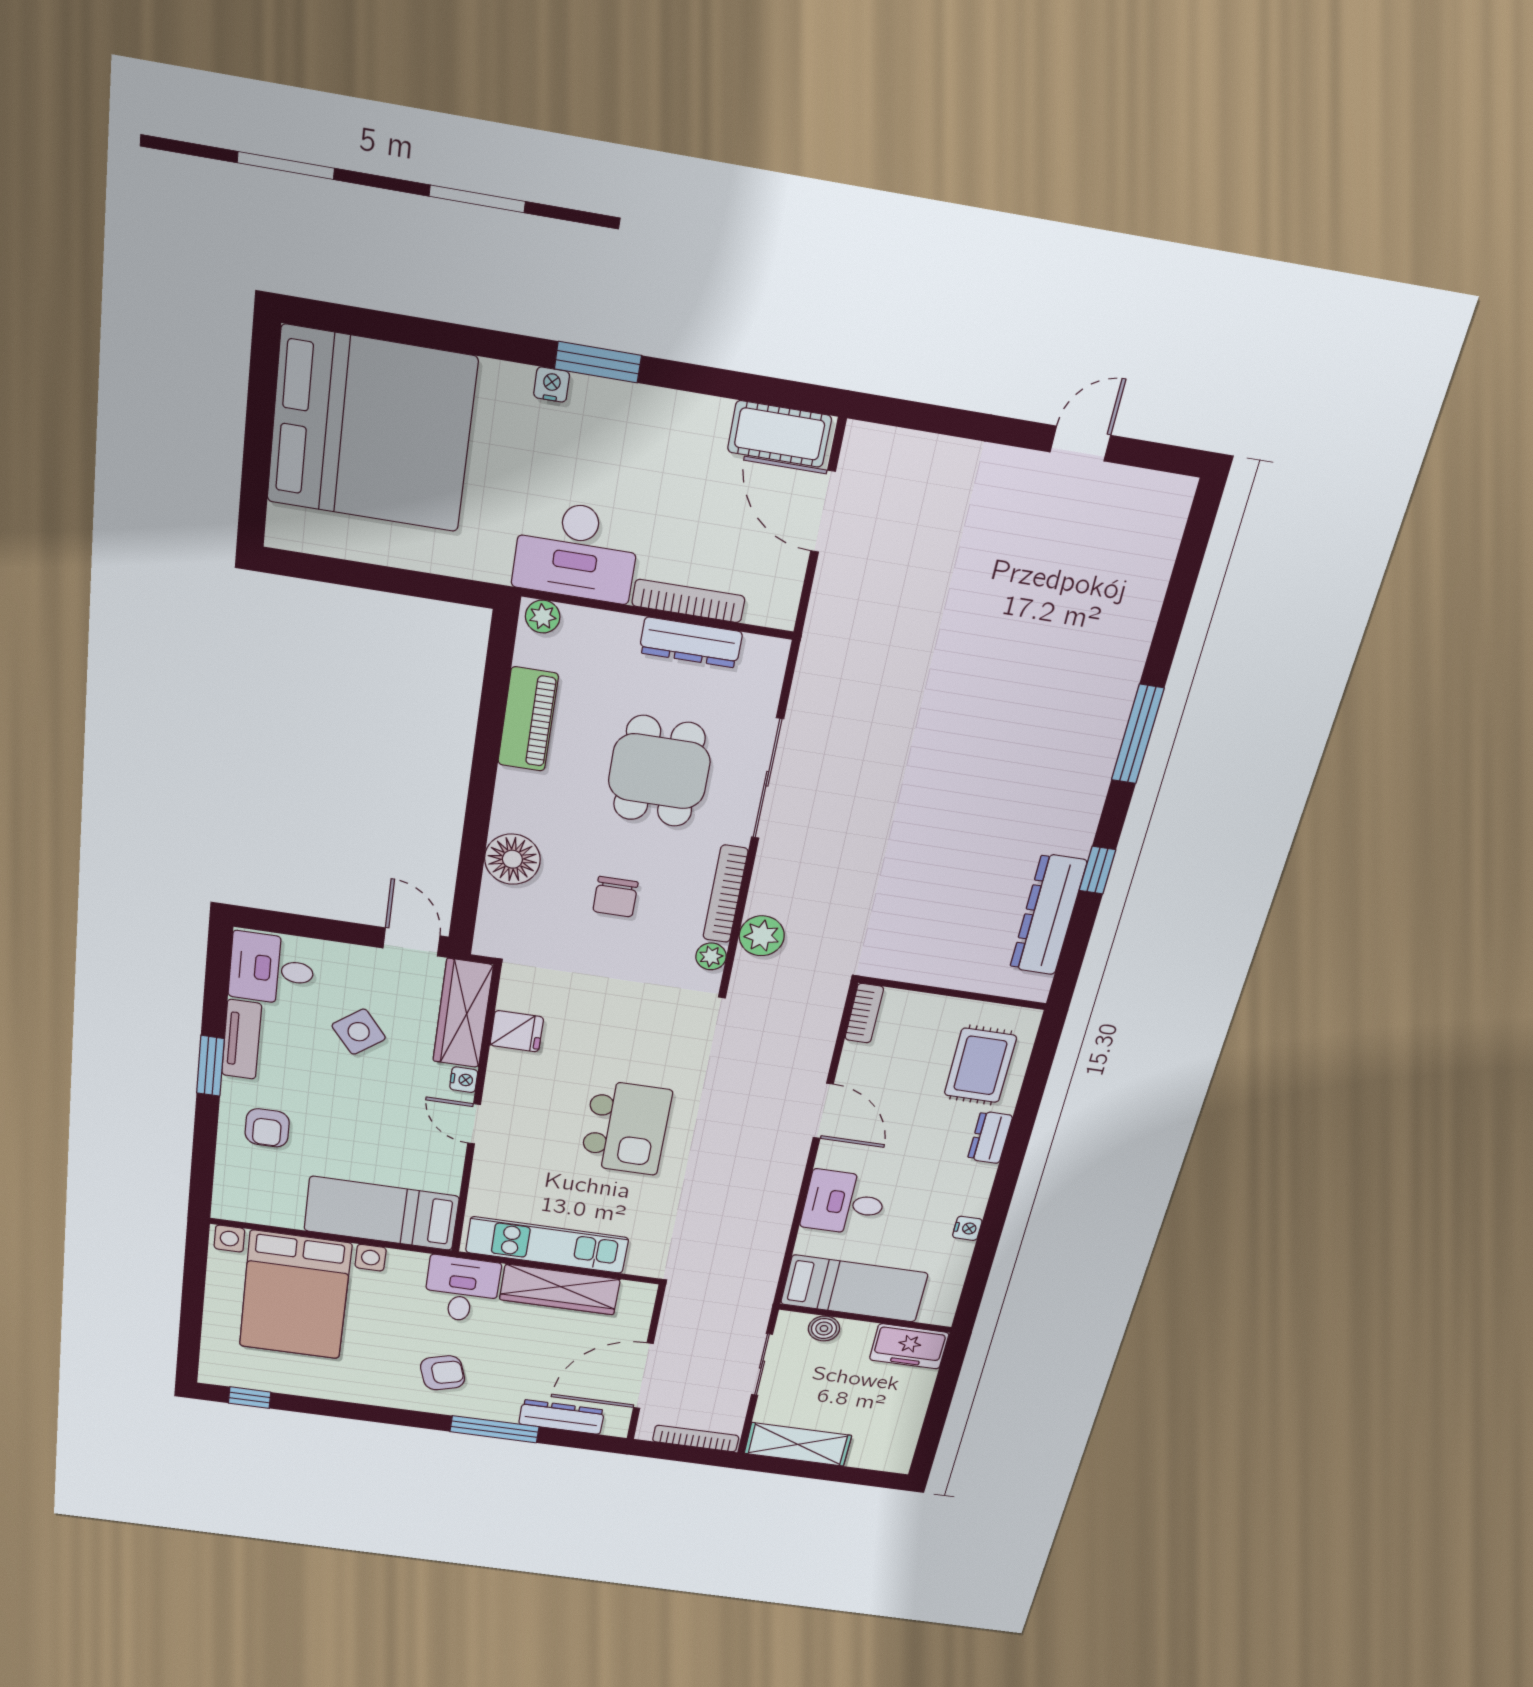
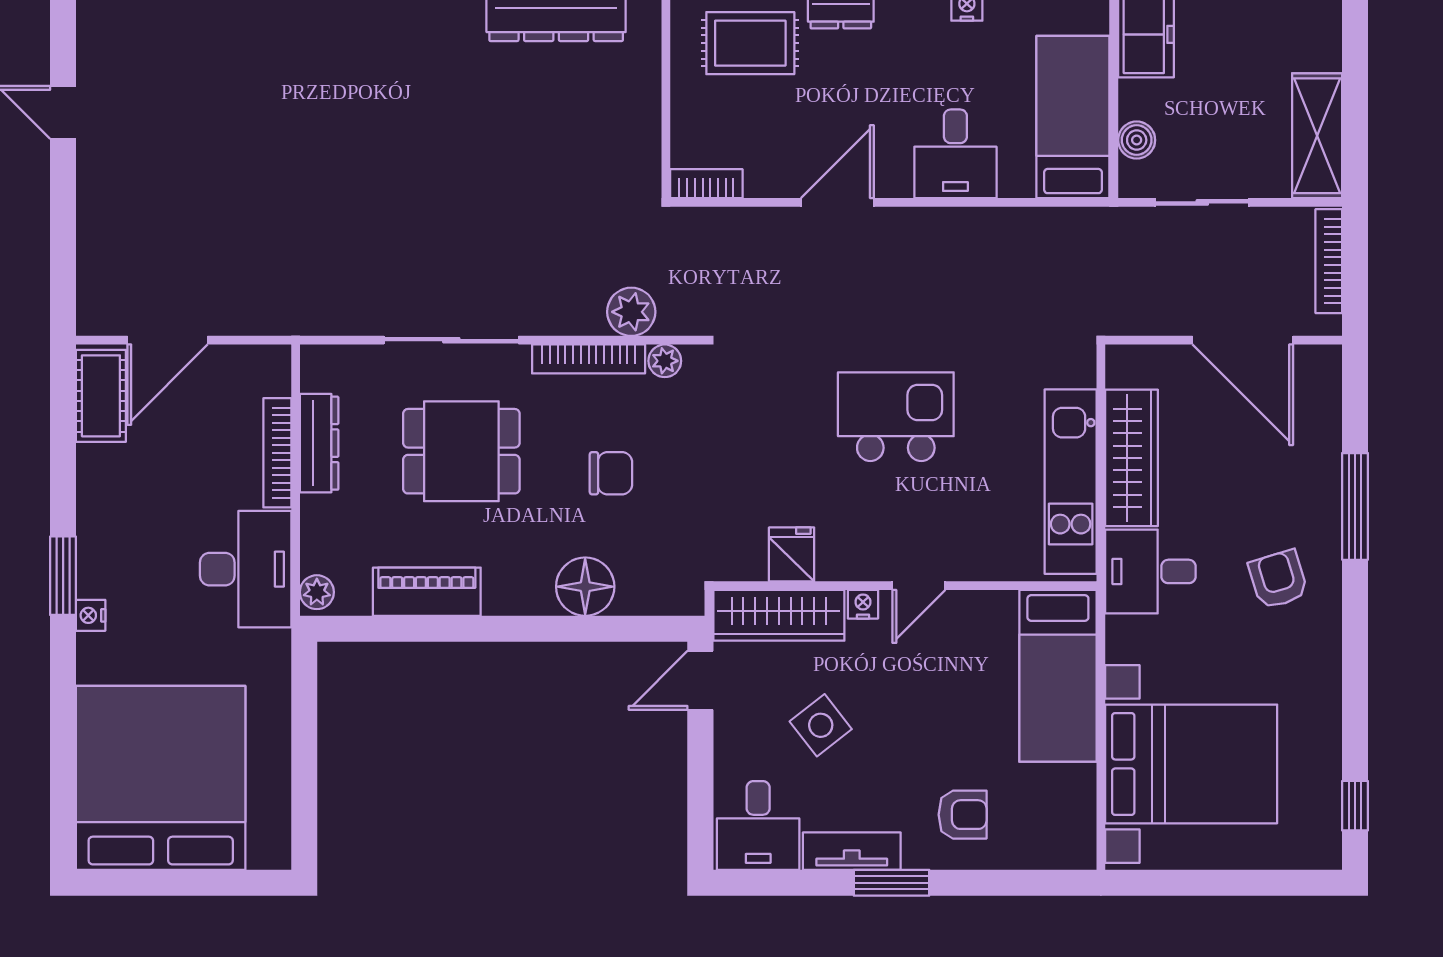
dresser: (562, 1417) -> (1322, 428), removed

